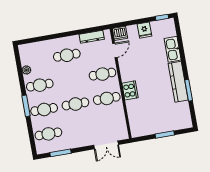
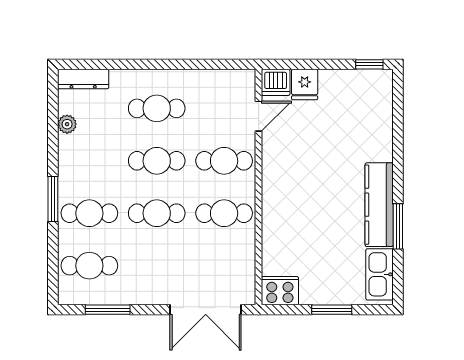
fridge: (144, 30) -> (305, 84), moved
dresser: (92, 37) -> (83, 79), moved
kitchen sink: (173, 49) -> (380, 274), moved
cafe table: (40, 85) -> (157, 161), moved
cooker: (130, 90) -> (280, 291), moved, turned -90
double door: (106, 145) -> (206, 310), width x1.37

